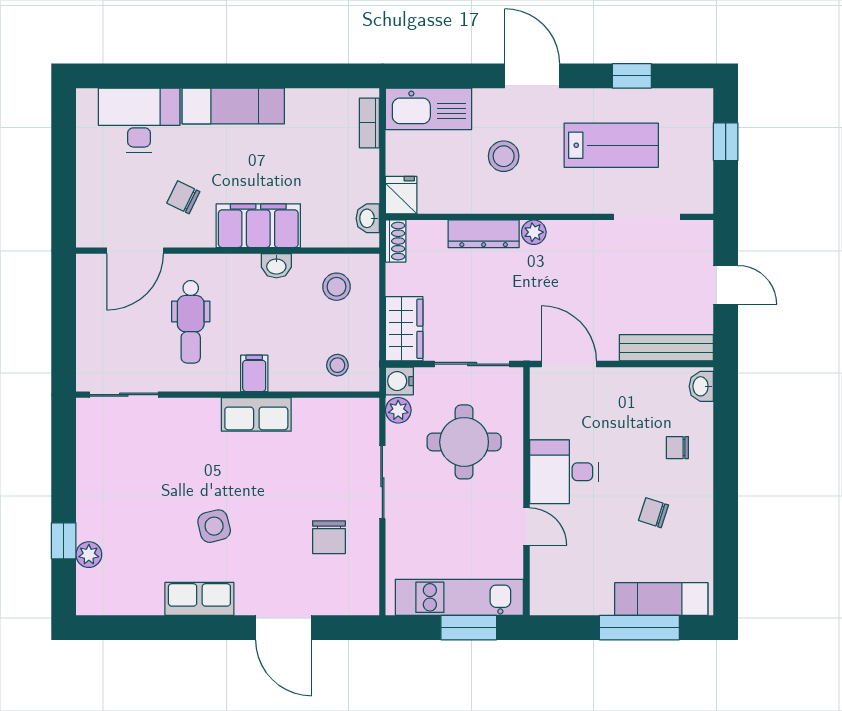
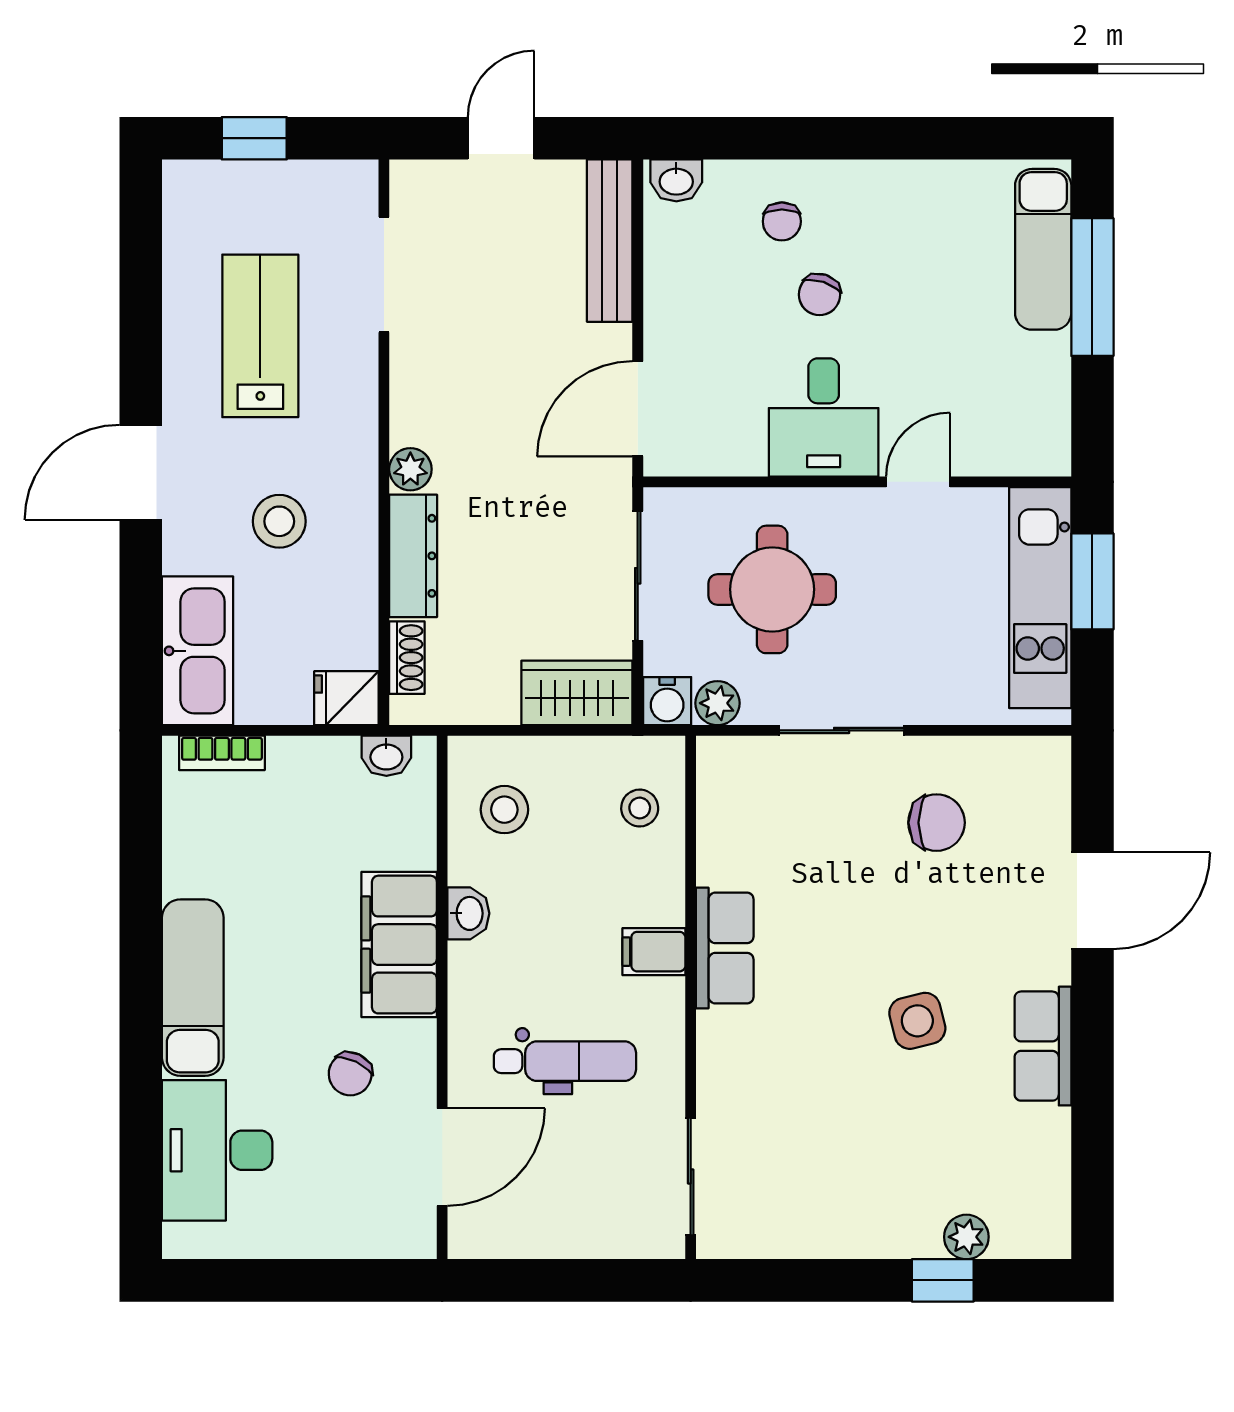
window: (632, 76) -> (141, 300), removed
shoe rack: (396, 241) -> (407, 658), moved, turned 90
door: (135, 251) -> (442, 1157), hinge flipped
chair: (654, 513) -> (819, 295), moved

